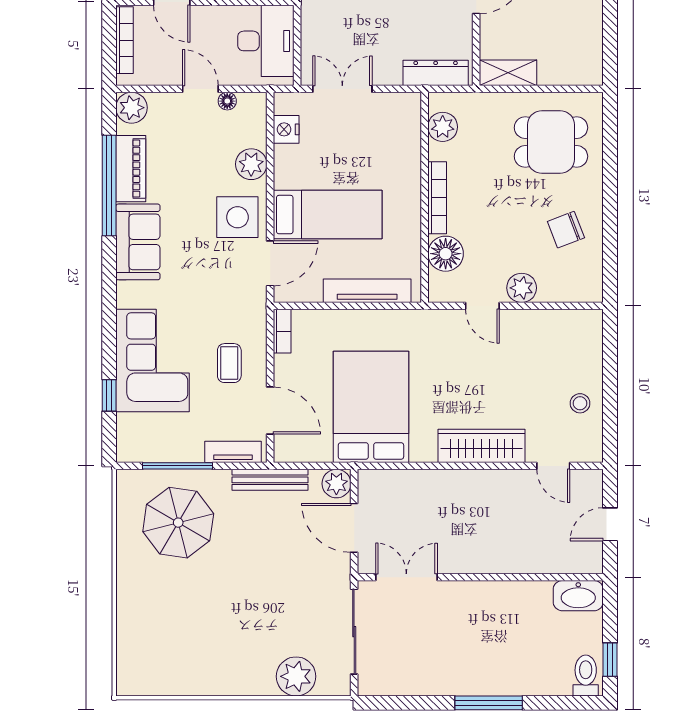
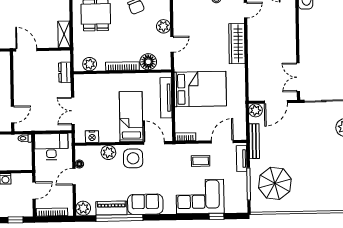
dresser: (436, 73) -> (65, 72), width x0.70
bed: (371, 407) -> (200, 89), moved, turned 180

